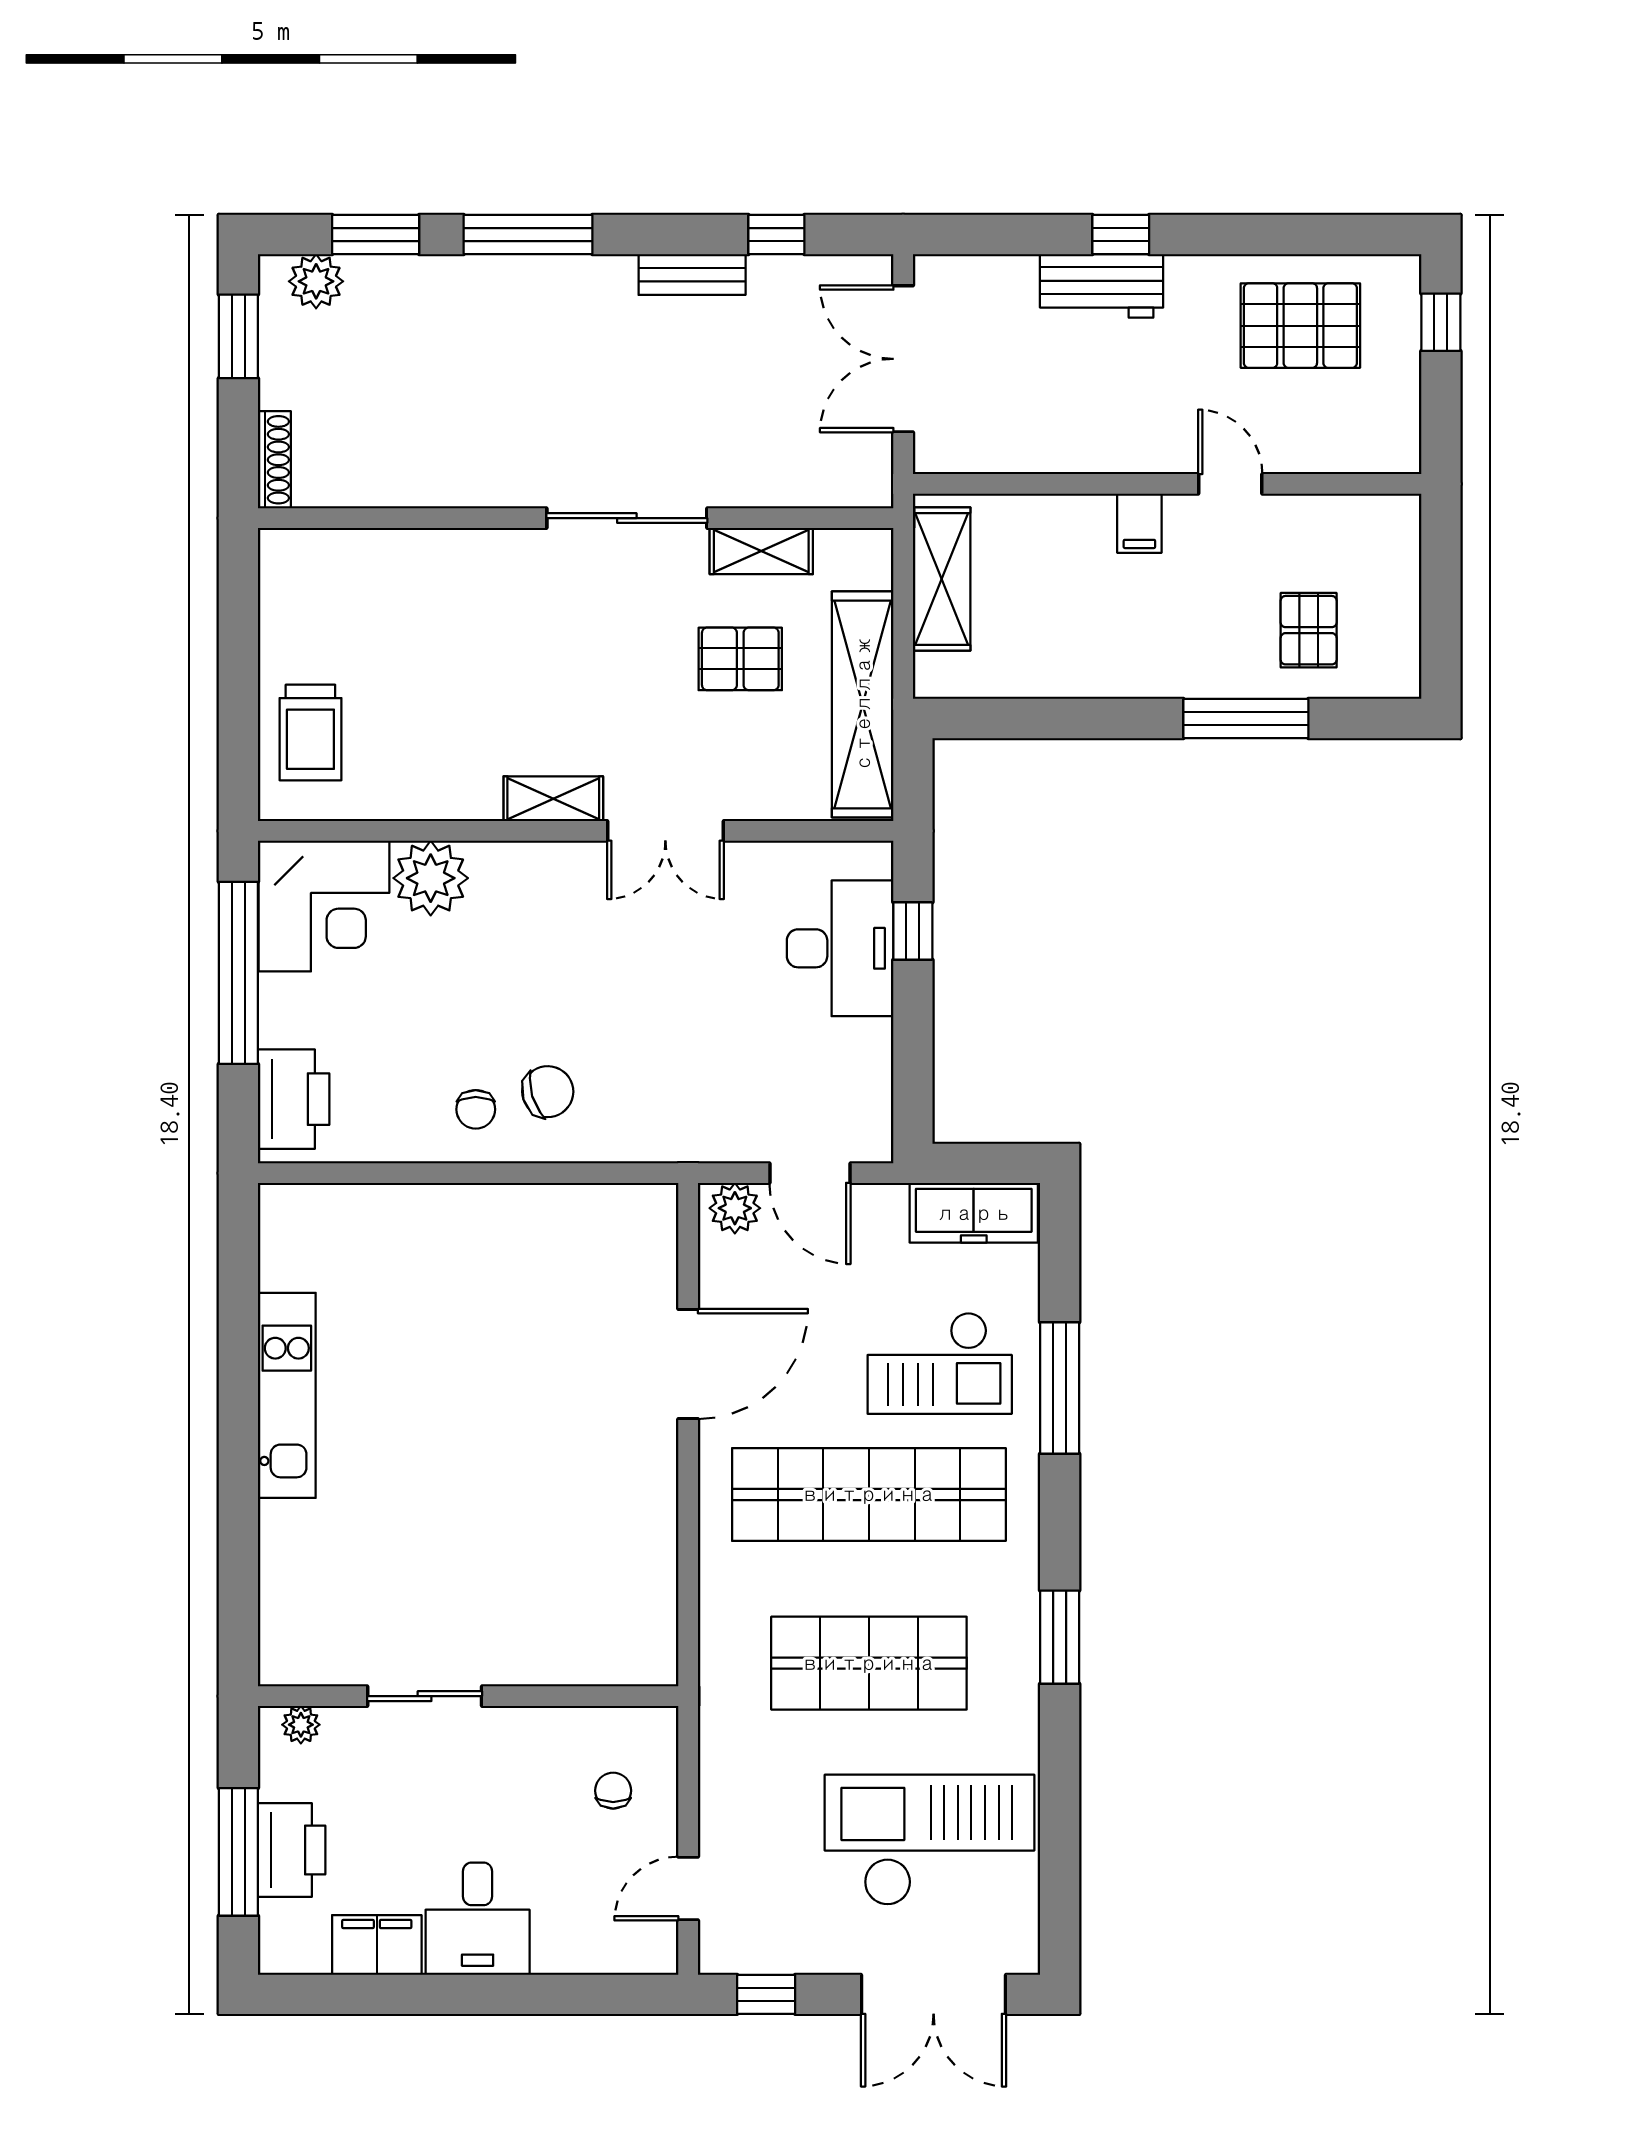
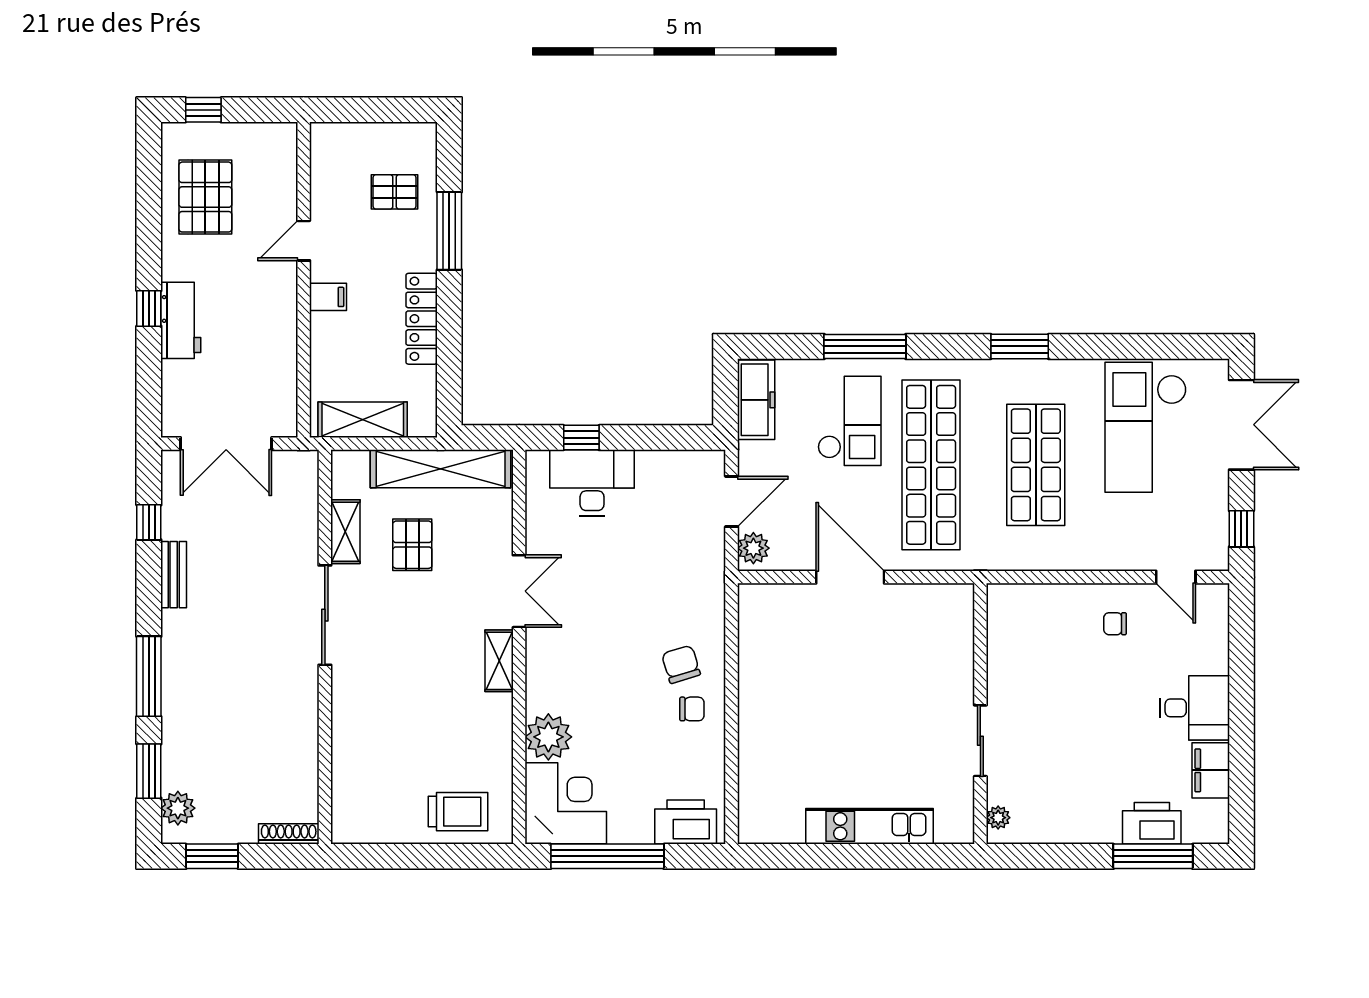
locker: (1104, 674) -> (422, 319), added
sliding door: (425, 1696) -> (980, 741), moved
wall: (468, 1696) -> (980, 714), moved
plant: (301, 1725) -> (998, 818), moved

